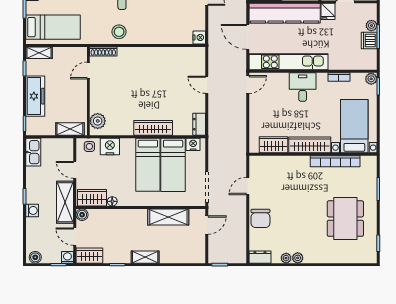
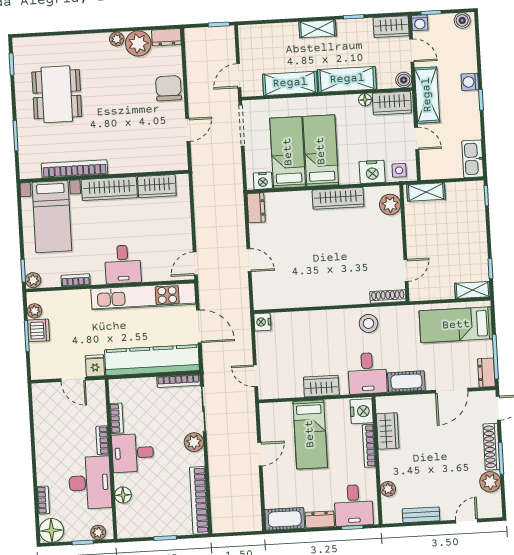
plant: (371, 26) -> (34, 311), moved
freezer: (35, 96) -> (474, 233), removed
wardrobe: (153, 128) -> (338, 198), moved
shelving: (125, 218) -> (347, 79), added
plant: (286, 258) -> (138, 43), width x1.87, depth x1.87

